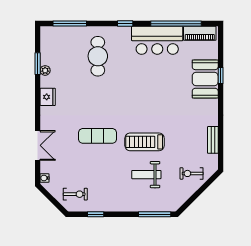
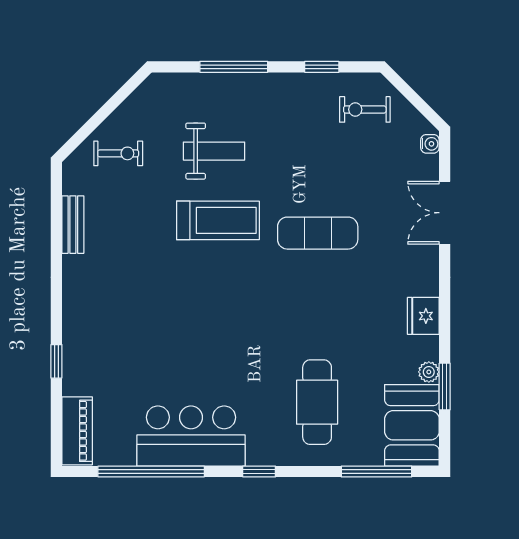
piano: (200, 33) -> (77, 431), moved, turned 90
booth: (205, 79) -> (412, 425), moved
window: (155, 214) -> (234, 67), moved

